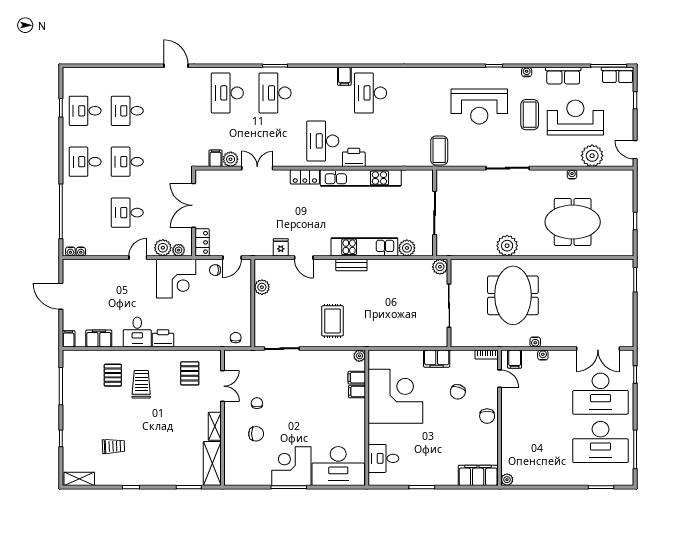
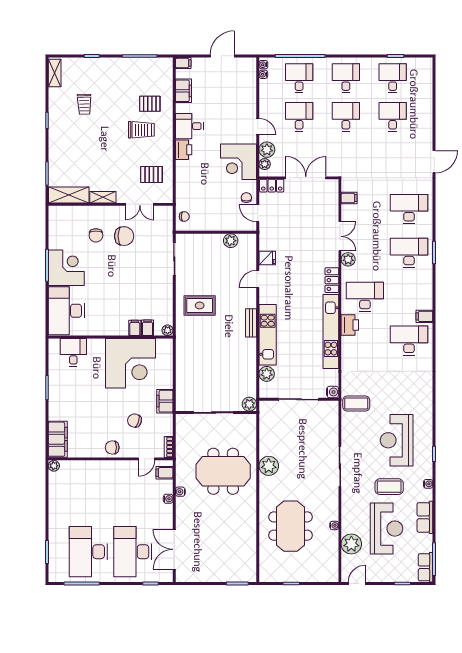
plant: (231, 159) -> (348, 259), moved
water cooler: (427, 176) -> (333, 392), added
desk: (85, 213) -> (299, 78), added
chair: (257, 403) -> (124, 236), width x1.87, depth x1.87

